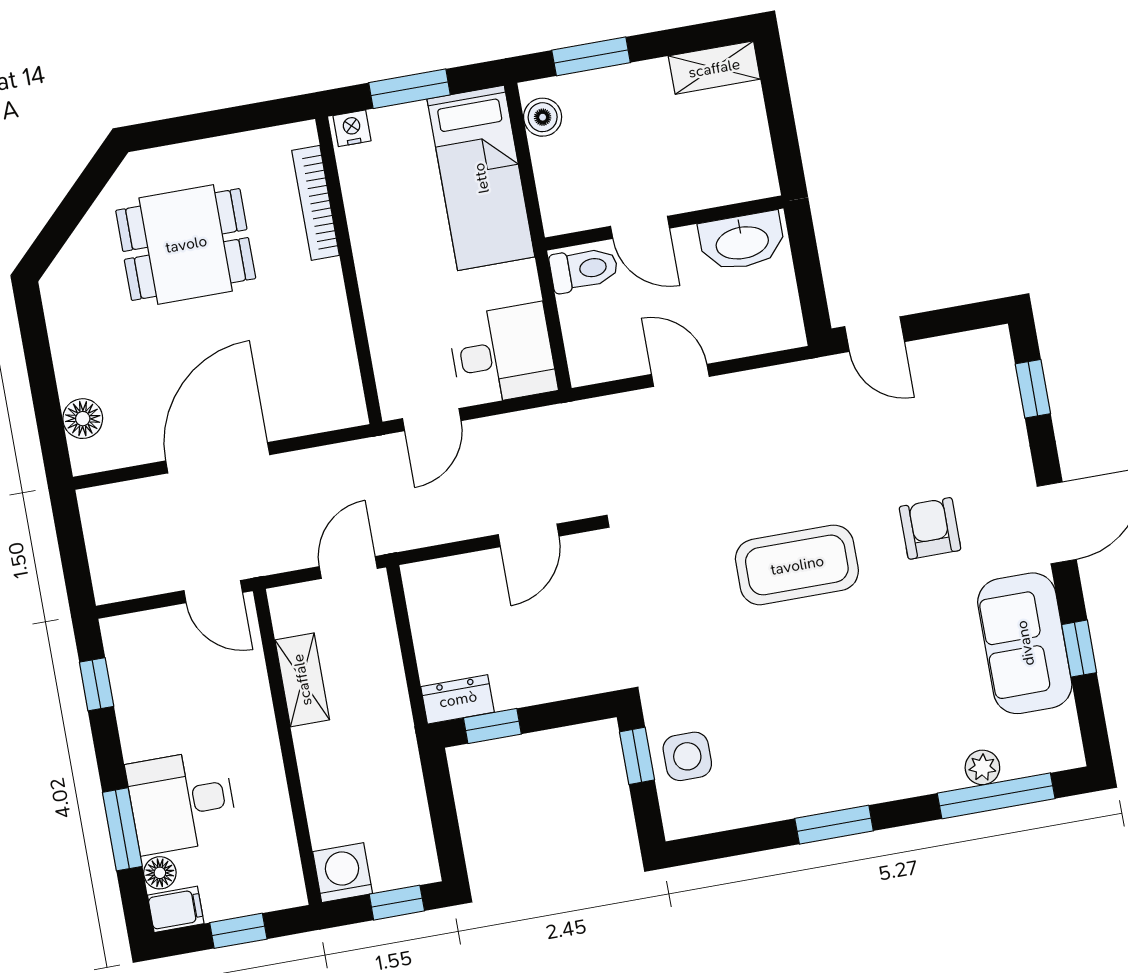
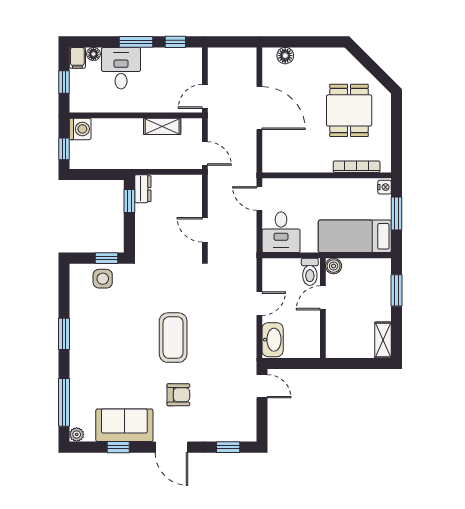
boiler: (543, 117) -> (334, 266), moved
washbasin: (742, 241) -> (273, 340), moved, turned 180
door: (875, 334) -> (262, 386), swing flipped
plant: (982, 767) -> (77, 434), moved
window: (122, 829) -> (136, 42), moved

